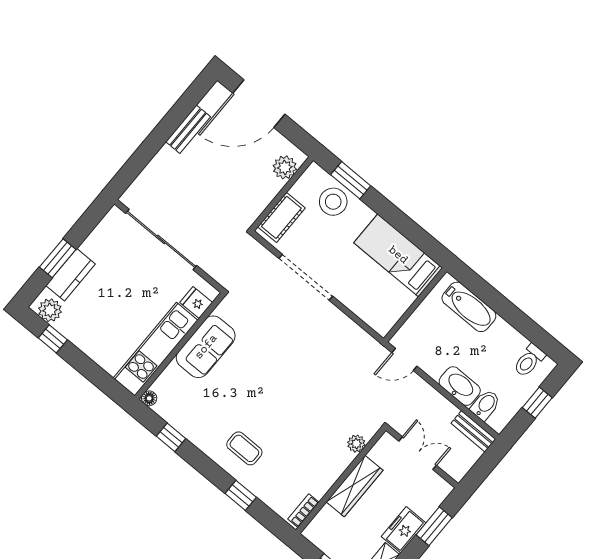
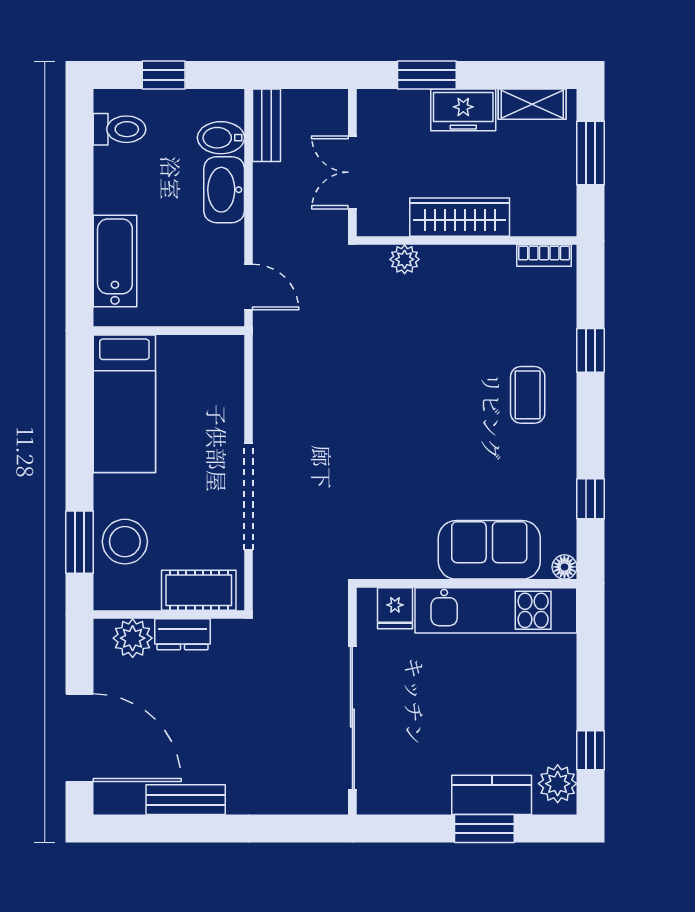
dresser: (267, 192) -> (182, 634), added
sofa: (206, 347) -> (489, 550), moved

